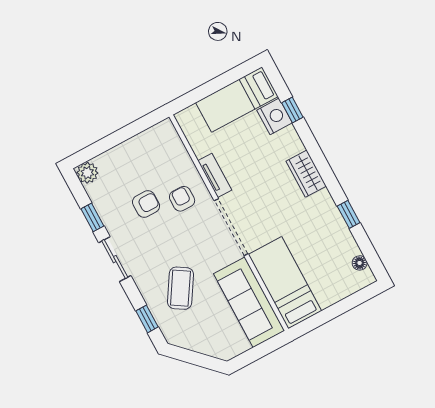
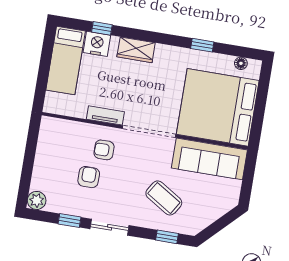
wardrobe: (306, 174) -> (136, 50), moved
bed: (285, 283) -> (218, 107), width x2.04

